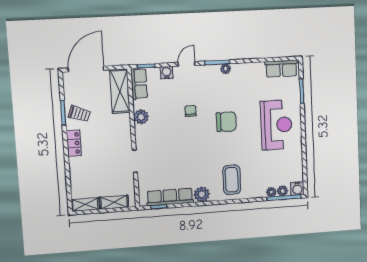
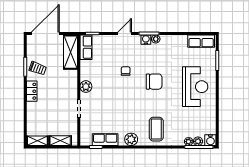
water cooler: (167, 73) -> (146, 40), moved
plant: (141, 117) -> (86, 87), moved
row of seats: (170, 197) -> (105, 140), width x0.68

